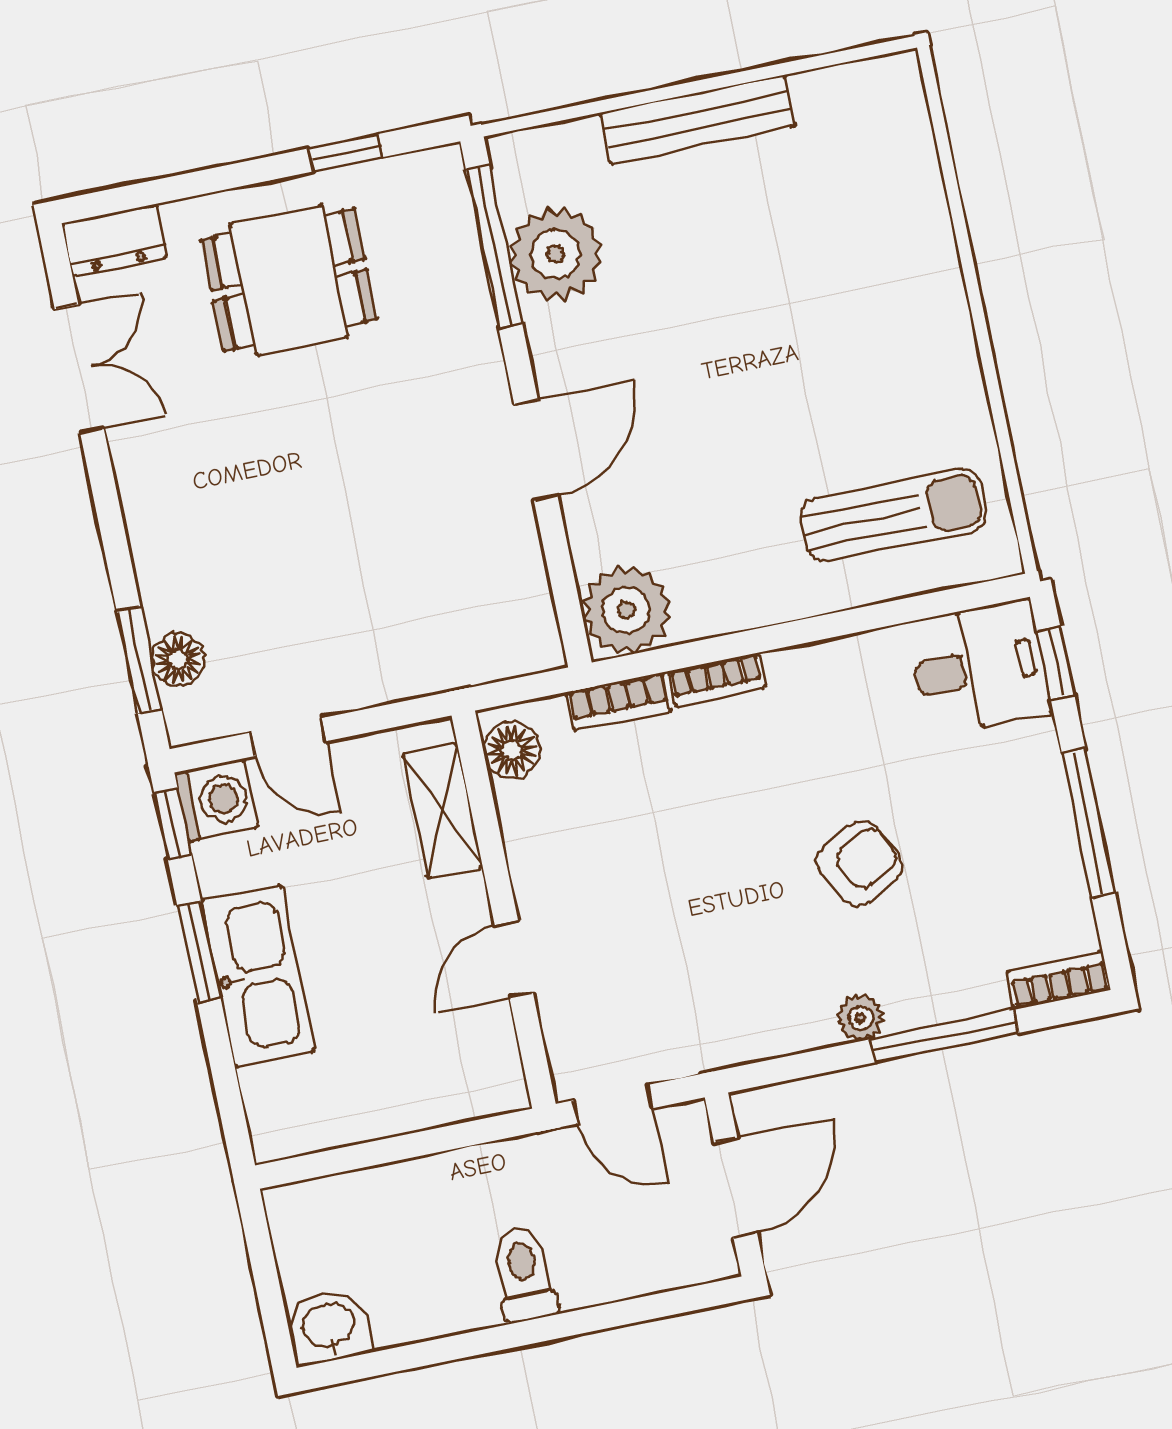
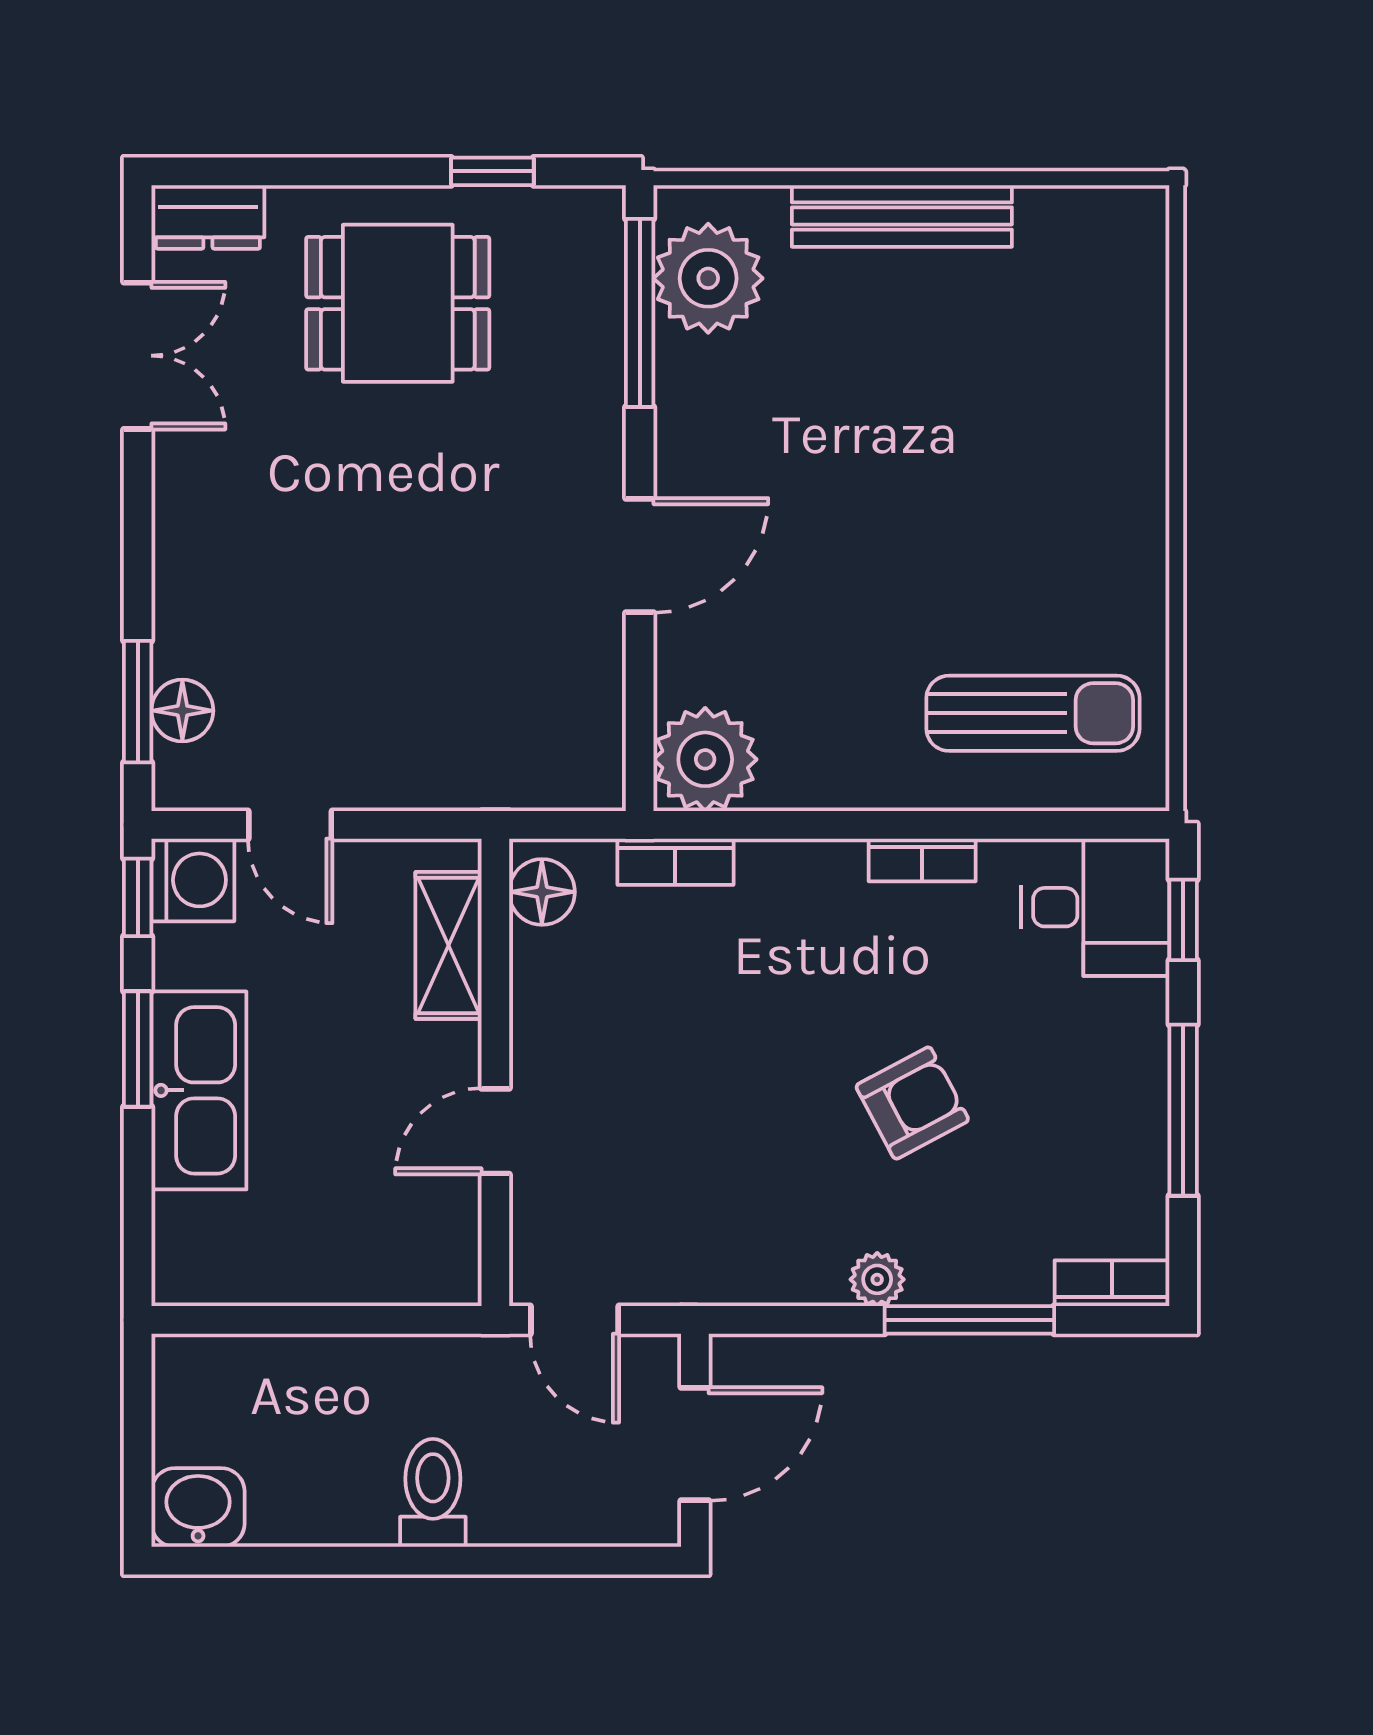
plant: (556, 254) -> (708, 278), moved
bookcase: (717, 680) -> (922, 860), moved

